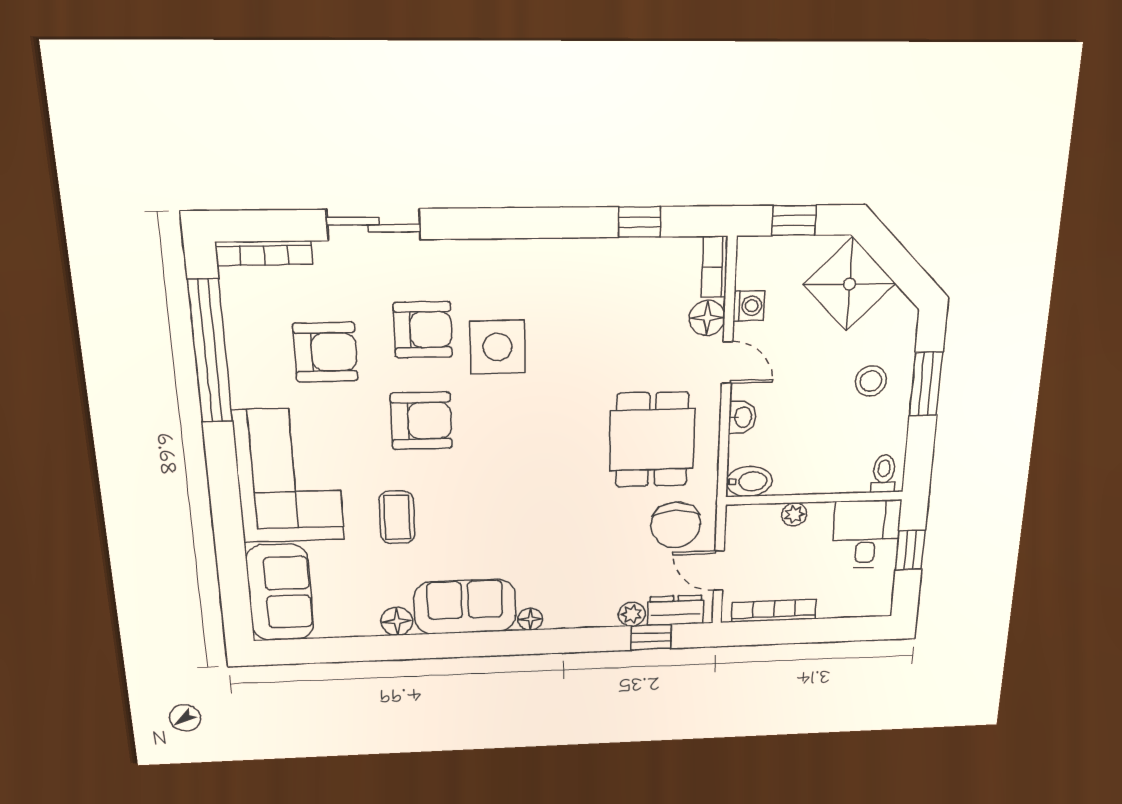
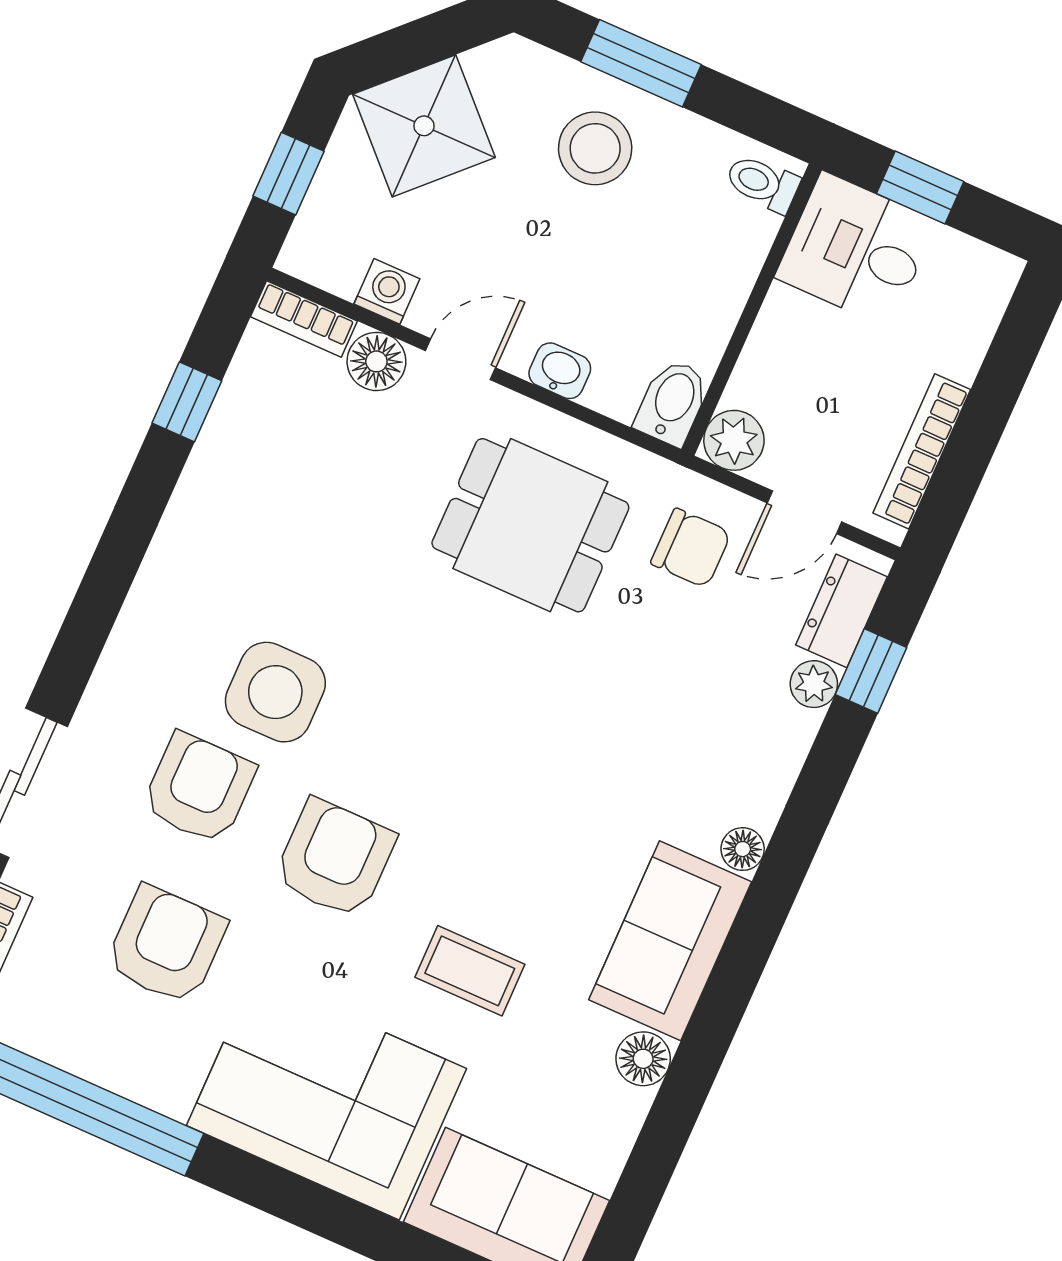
stool: (871, 381) -> (595, 148), width x1.38, depth x1.38
plant: (794, 514) -> (734, 440), moved, width x1.38, depth x1.38
chair: (676, 525) -> (691, 548), width x0.73, depth x0.73

